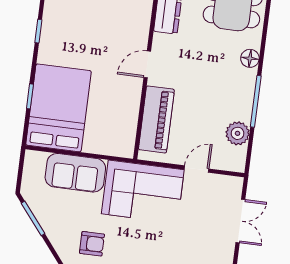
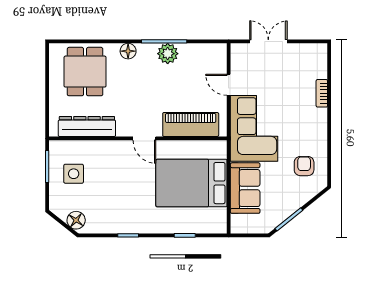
bed: (58, 108) -> (191, 183), moved
plant: (238, 133) -> (168, 54), moved

